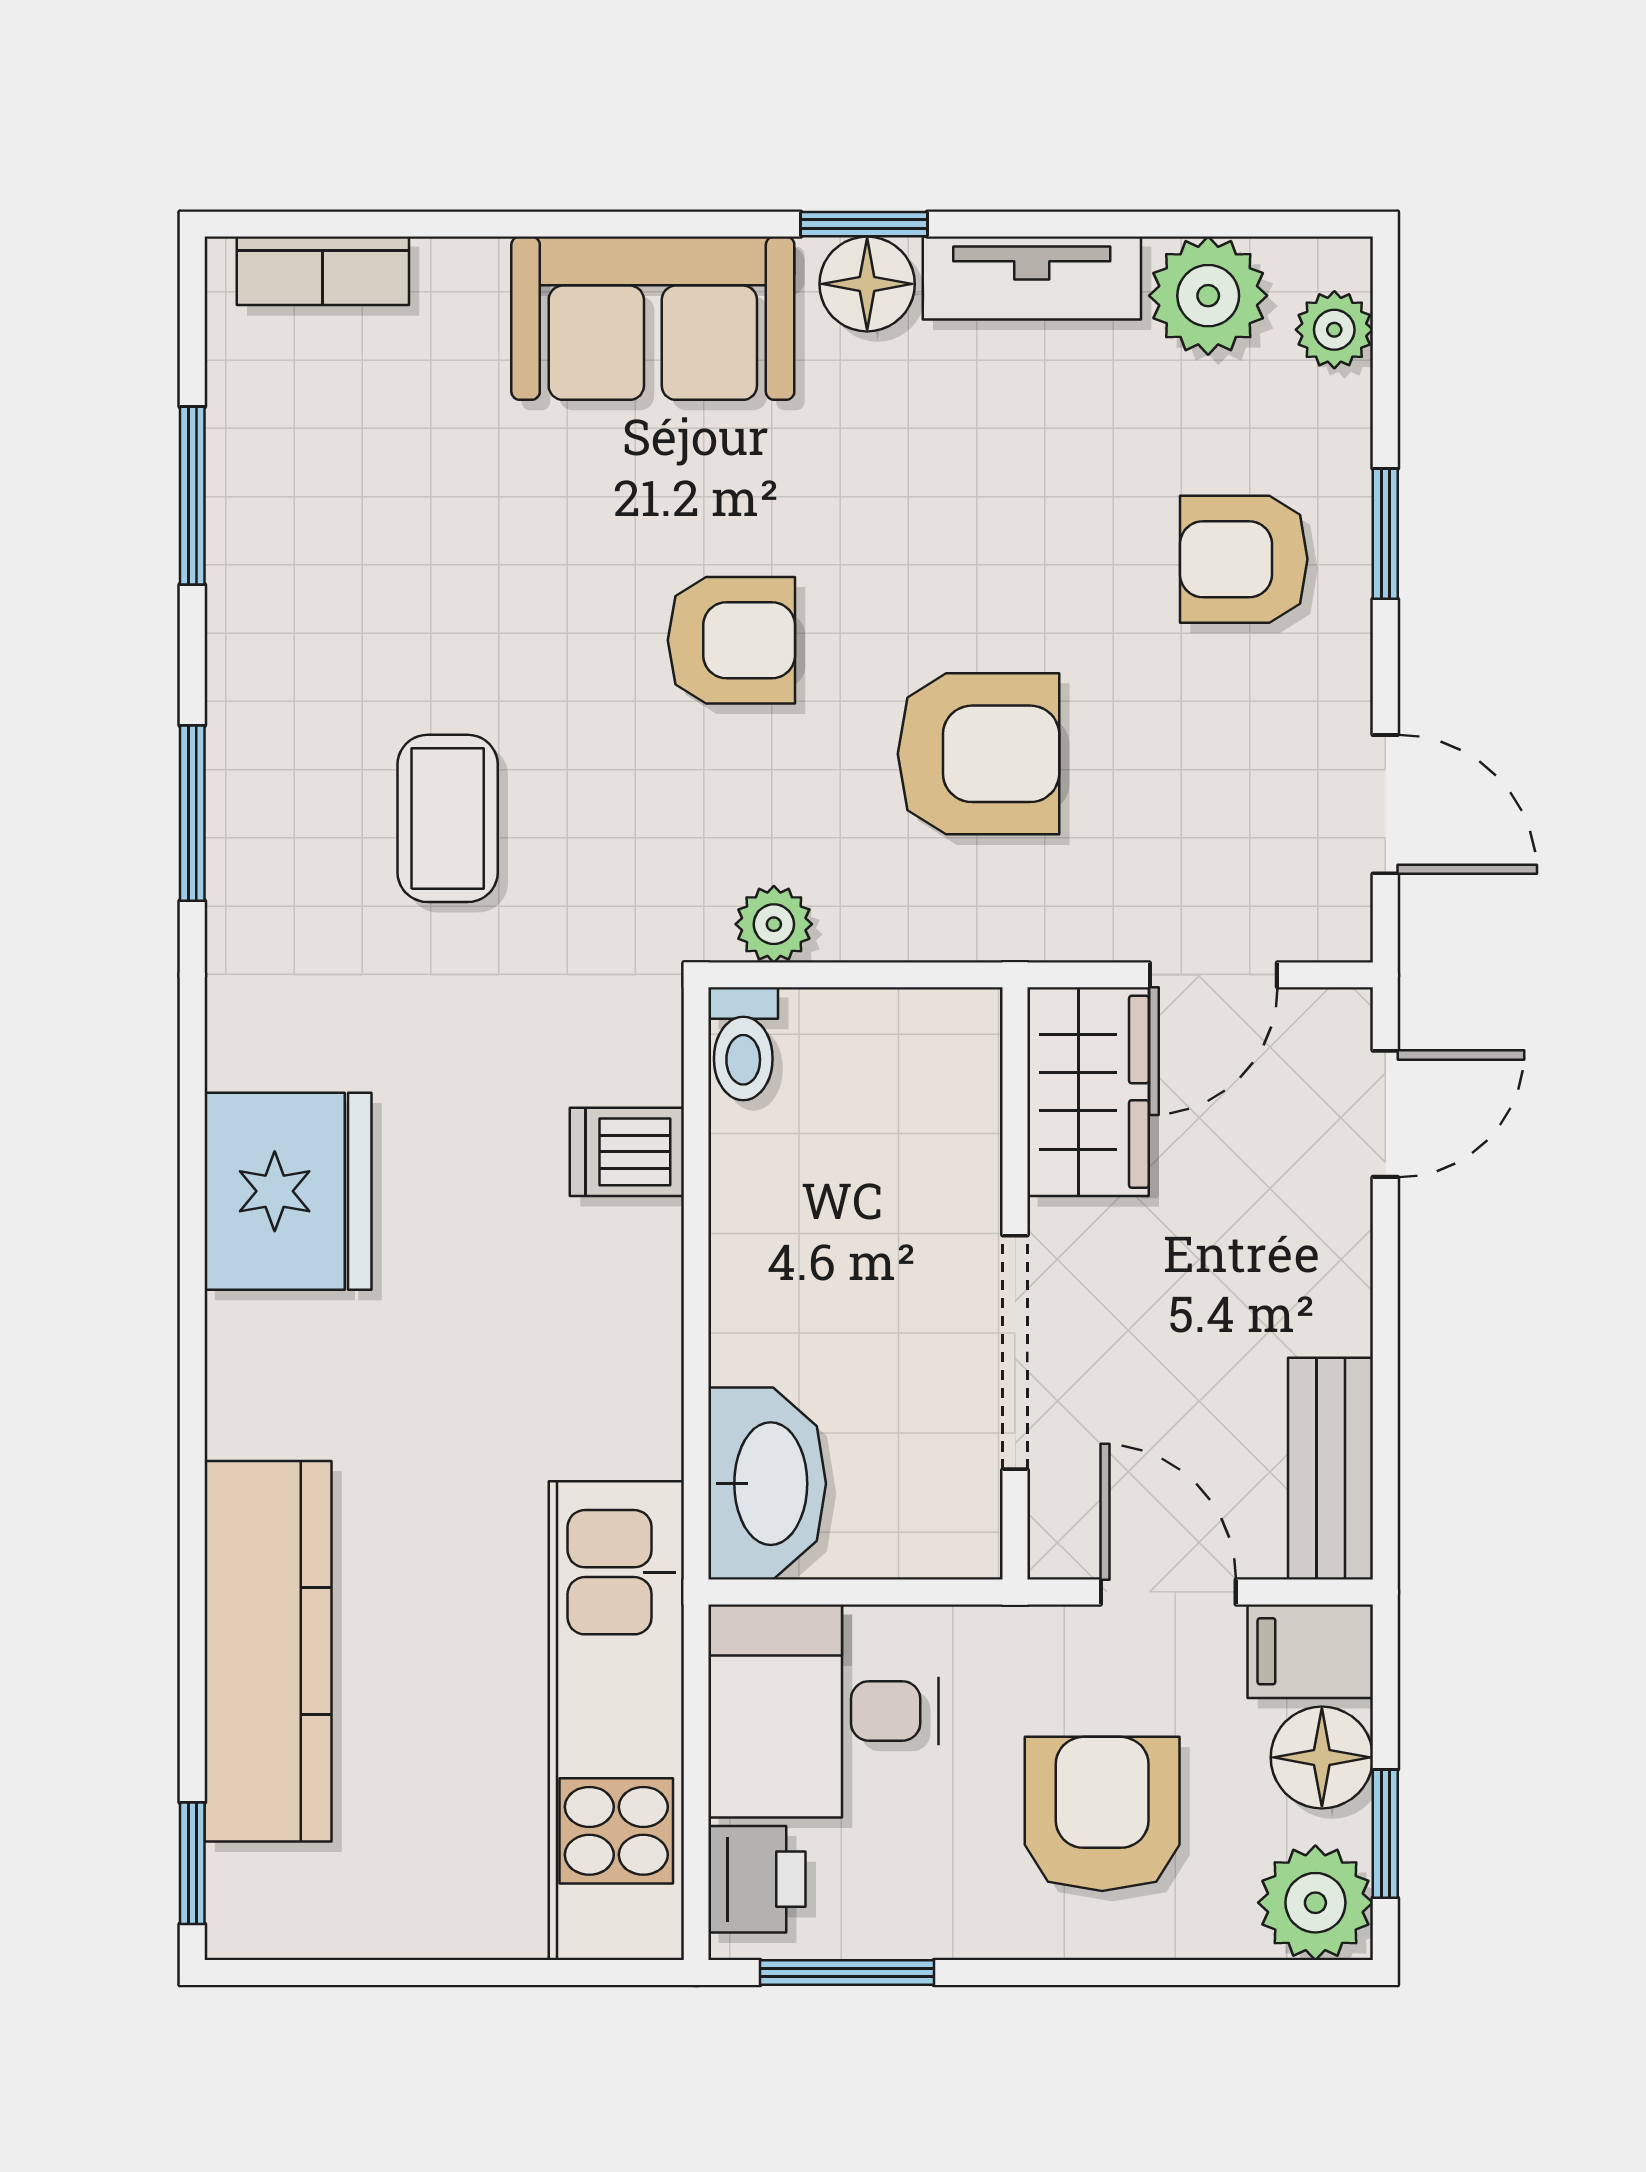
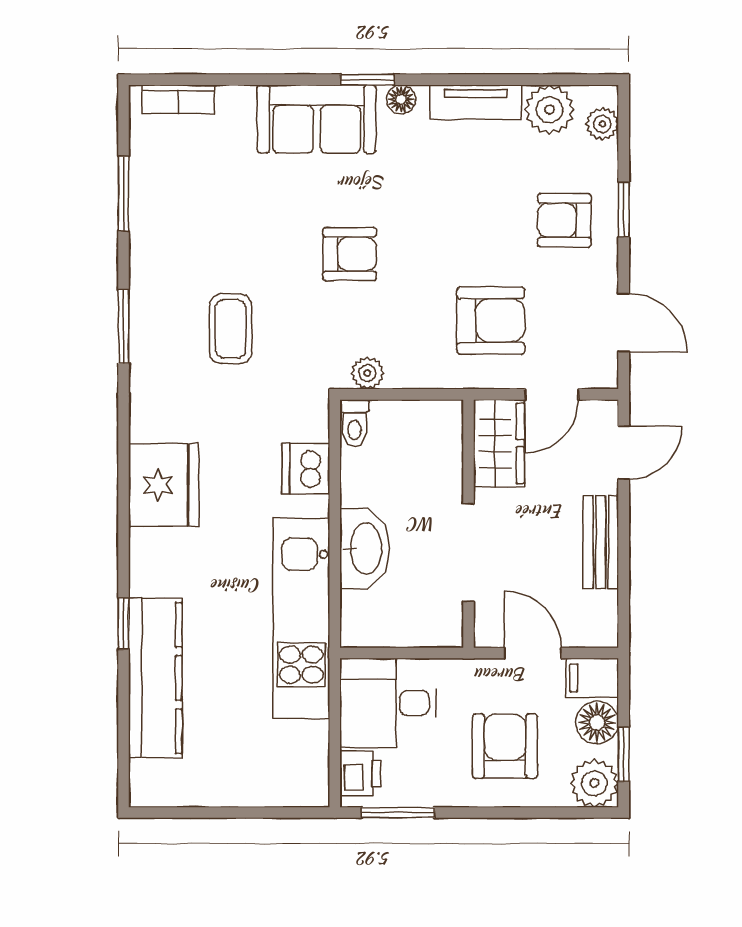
window: (864, 224) -> (367, 80), moved
floor lamp: (867, 284) -> (401, 99), width x0.73, depth x0.73
armchair: (978, 754) -> (491, 321), moved
dishwasher: (627, 1152) -> (306, 469), width x1.38
bench: (1330, 1469) -> (601, 542), moved
washbasin: (767, 1484) -> (365, 549), moved
kitchen unit: (616, 1721) -> (301, 618), moved
window: (192, 1863) -> (124, 624), moved

